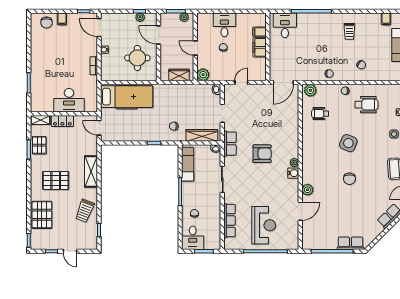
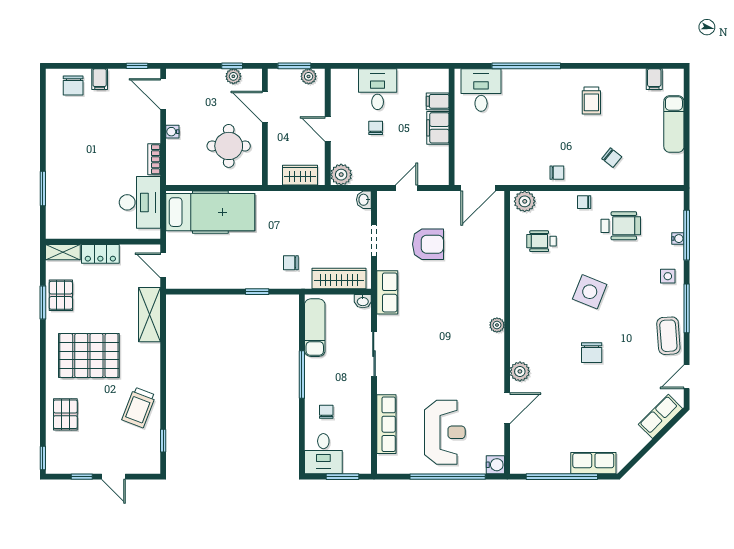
desk: (69, 100) -> (140, 202), moved, turned -90
armchair: (262, 154) -> (428, 244), moved
shelving: (91, 171) -> (149, 315), moved
water cooler: (293, 173) -> (495, 465), moved
pallet: (56, 180) -> (89, 356), width x1.37, depth x1.41
pallet: (42, 215) -> (65, 414), width x0.67, depth x0.71

